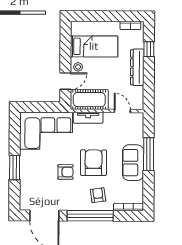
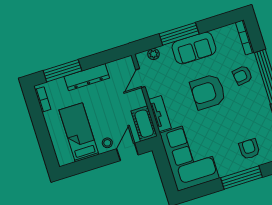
window: (149, 49) -> (62, 71), width x2.17
door: (65, 81) -> (127, 152), hinge flipped
cot: (89, 100) -> (144, 124), width x0.73, depth x0.75
plant: (139, 128) -> (154, 54), added
window: (15, 168) -> (241, 178), width x1.44
armchair: (66, 172) -> (249, 149), moved

